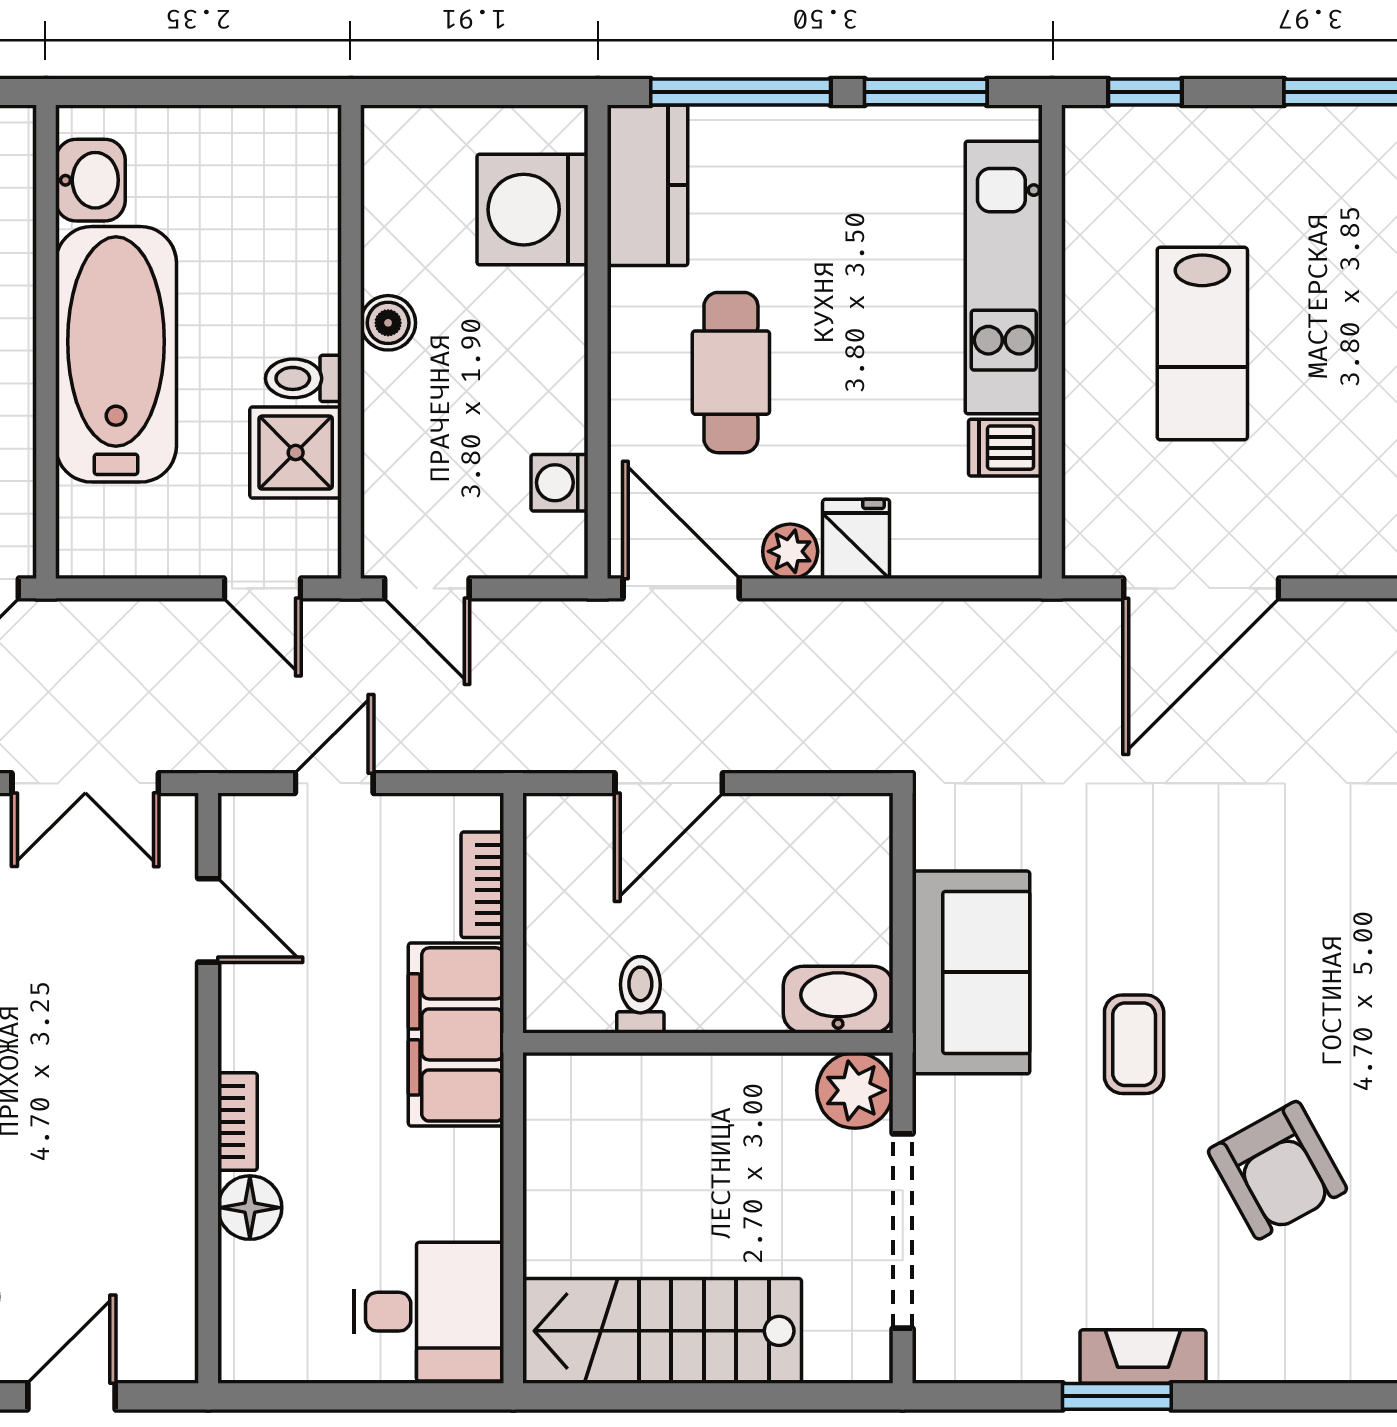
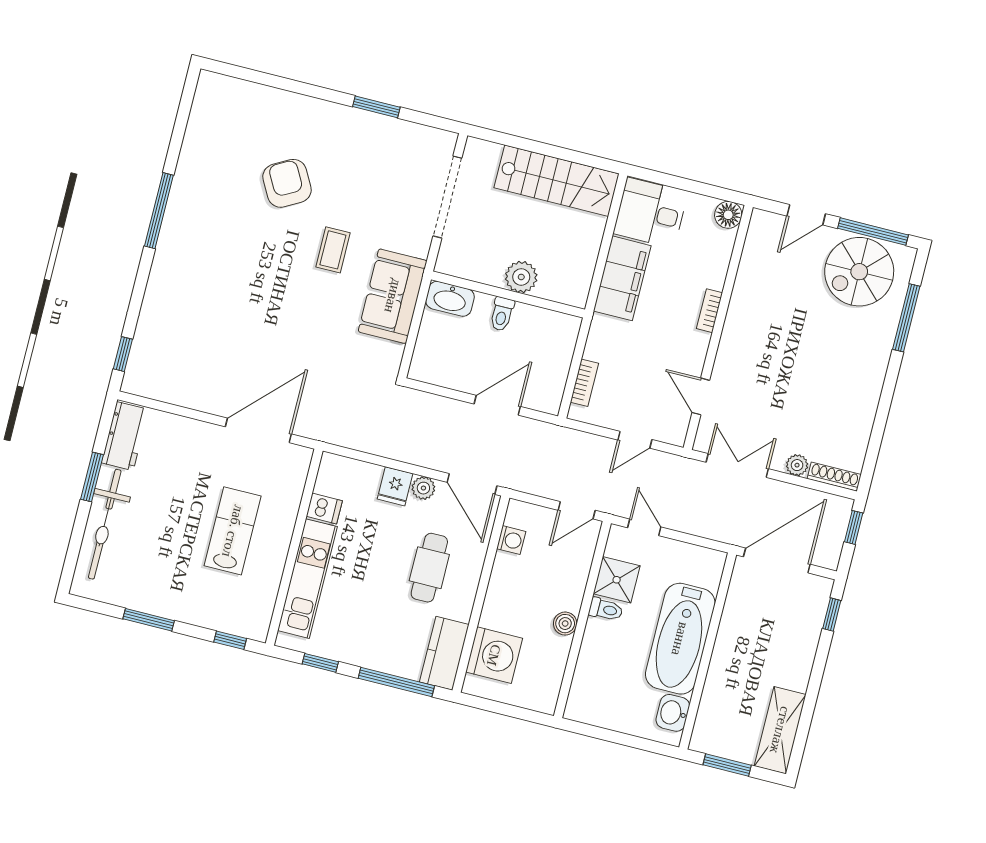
window: (926, 92) -> (320, 663), width x0.67
door: (427, 588) -> (577, 510), swing flipped
toilet: (640, 995) -> (502, 314), moved
filing cabinet: (456, 1034) -> (622, 278), moved
plant: (855, 1090) -> (521, 277), moved
floor lamp: (250, 1208) -> (728, 215), moved
fireplace: (1143, 1357) -> (362, 121), removed

